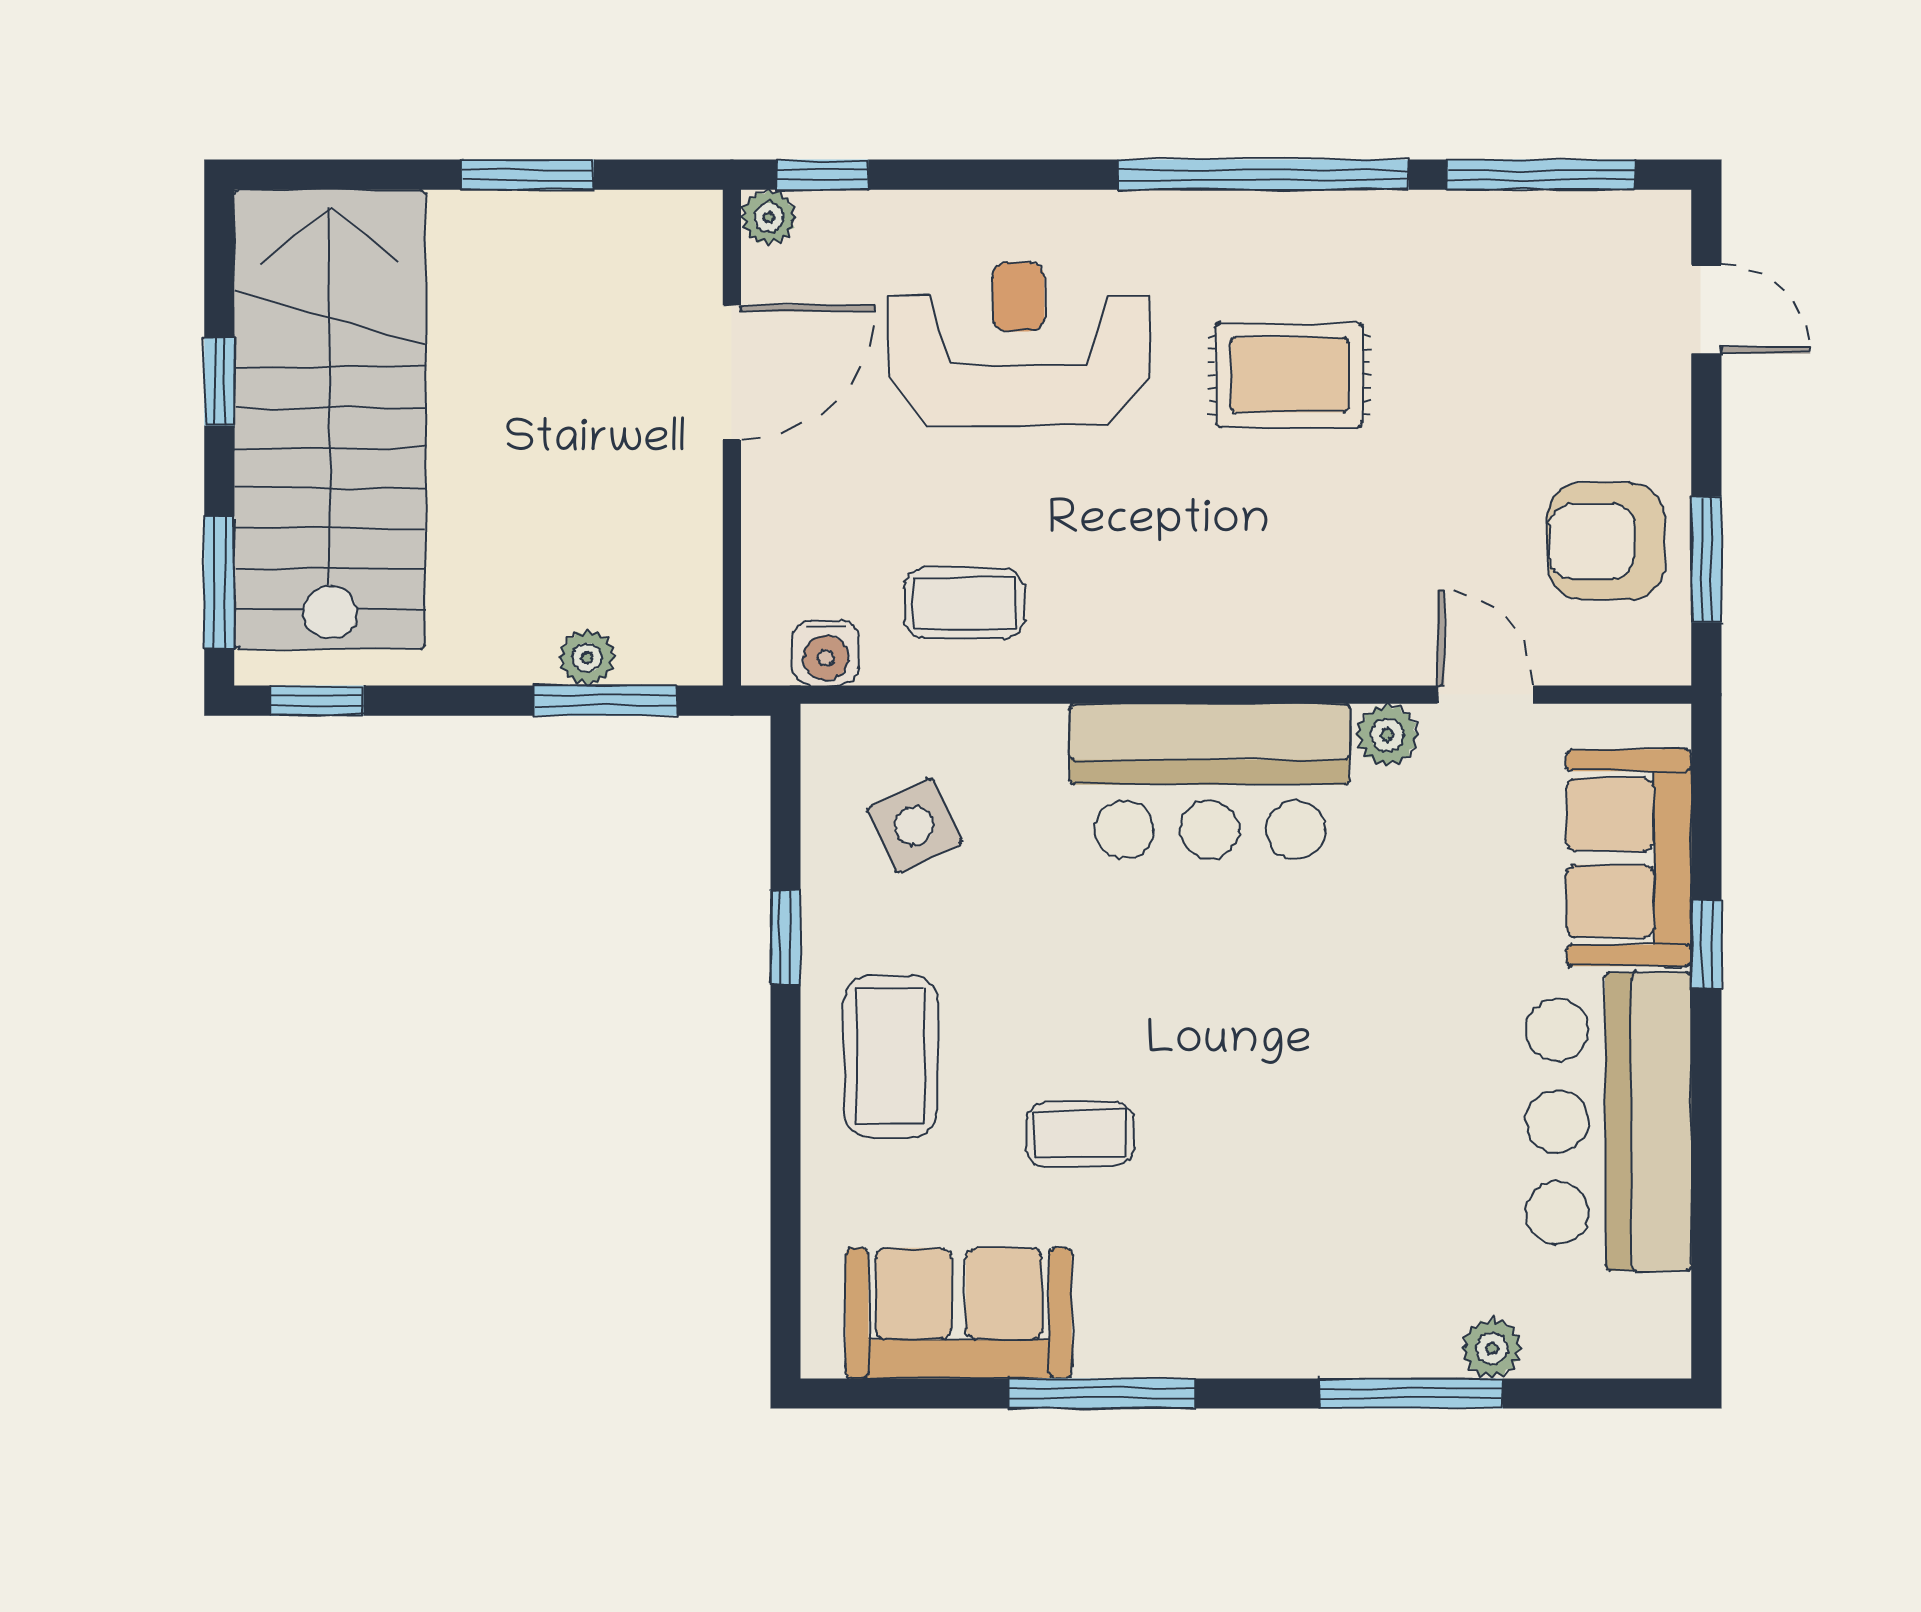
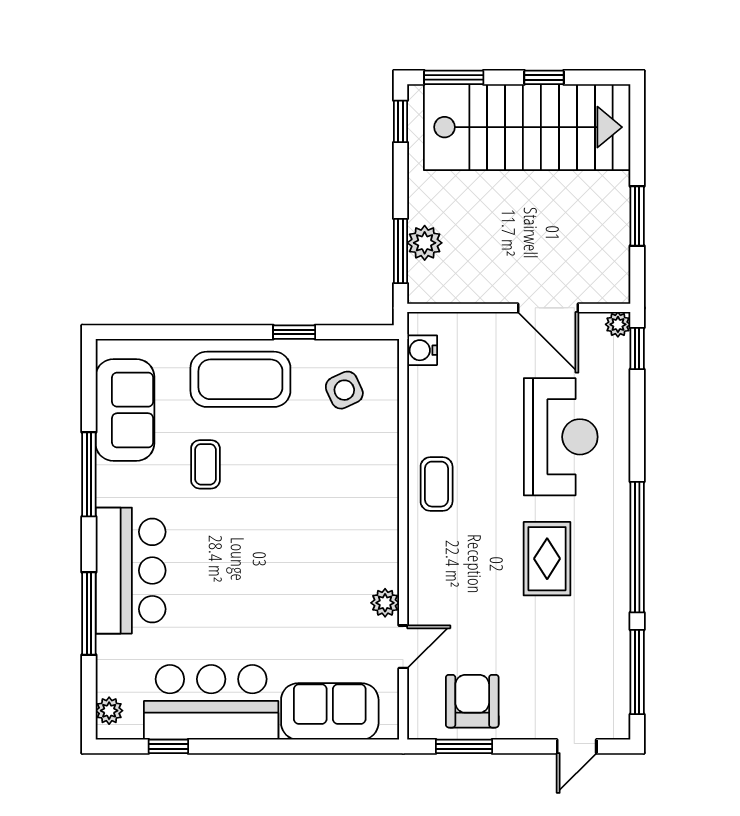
coffee table: (964, 603) -> (437, 484), moved
plant: (587, 658) -> (425, 243), width x1.38, depth x1.38
bar counter: (1210, 781) -> (131, 571), moved, turned 180
window: (1706, 944) -> (168, 746), moved
coffee table: (891, 1056) -> (240, 379), width x1.36, depth x1.32
plant: (1492, 1348) -> (109, 711), moved

